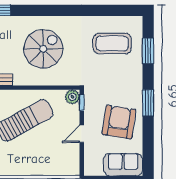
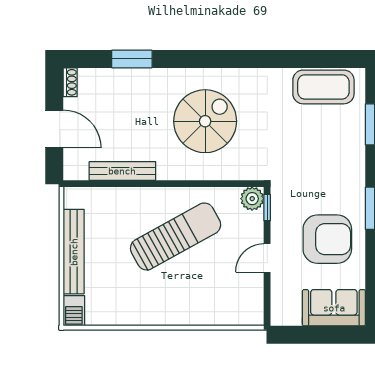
coffee table: (112, 44) -> (323, 87), moved
armchair: (119, 122) -> (327, 239), turned 81

